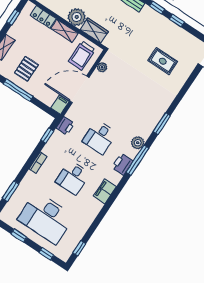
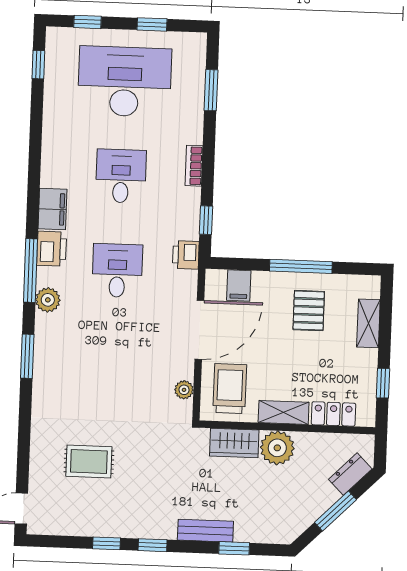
filing cabinet: (60, 105) -> (239, 285), moved
filing cabinet: (105, 191) -> (53, 209), moved

